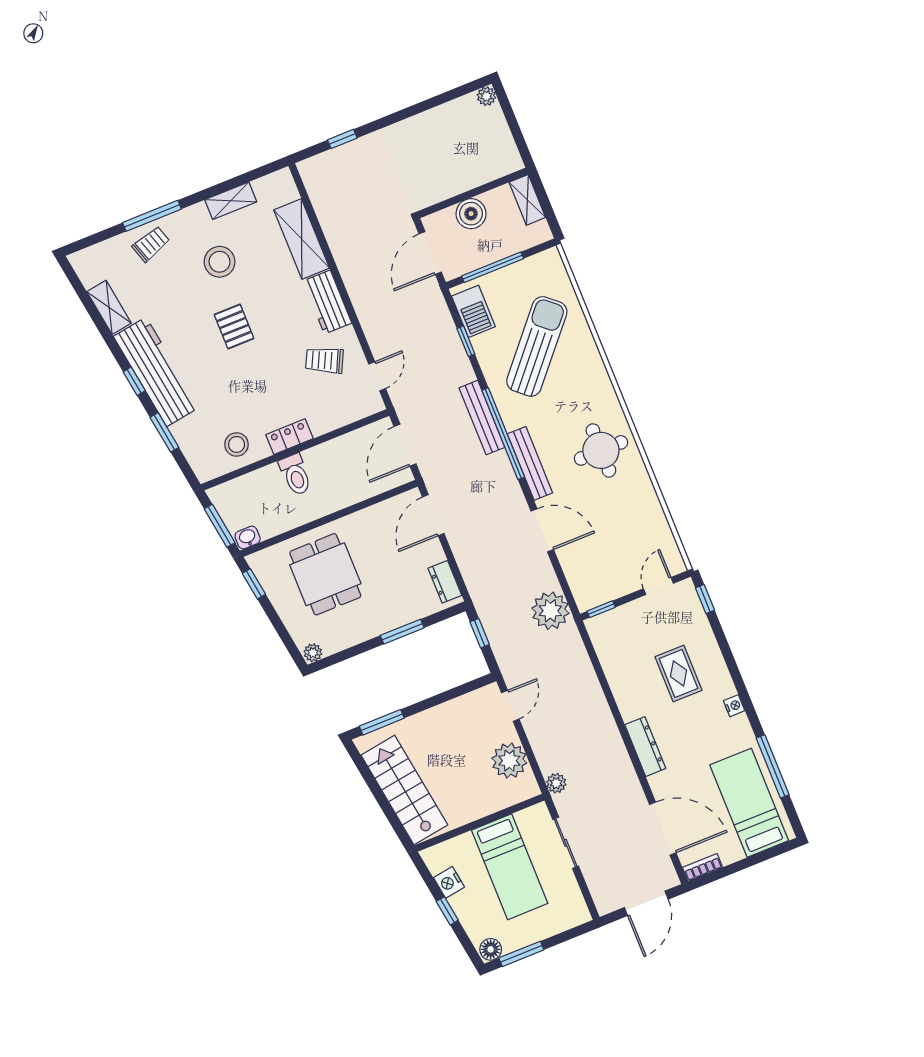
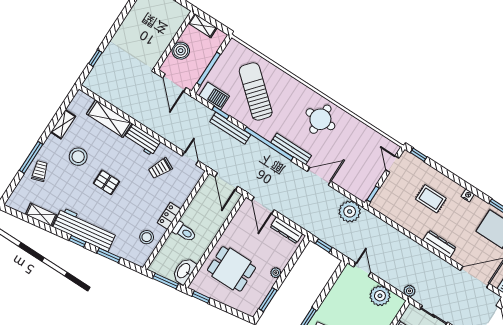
bench: (482, 418) -> (230, 128), moved
washbasin: (248, 537) -> (184, 271), width x1.91, depth x1.45
dresser: (445, 582) -> (286, 230), width x1.44
window: (402, 632) -> (268, 300), moved
plant: (313, 653) -> (276, 273), moved

